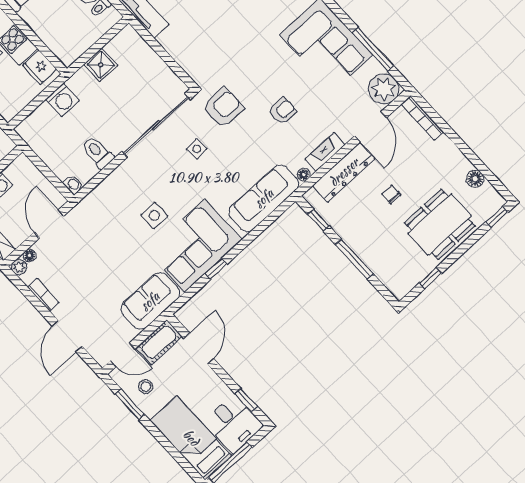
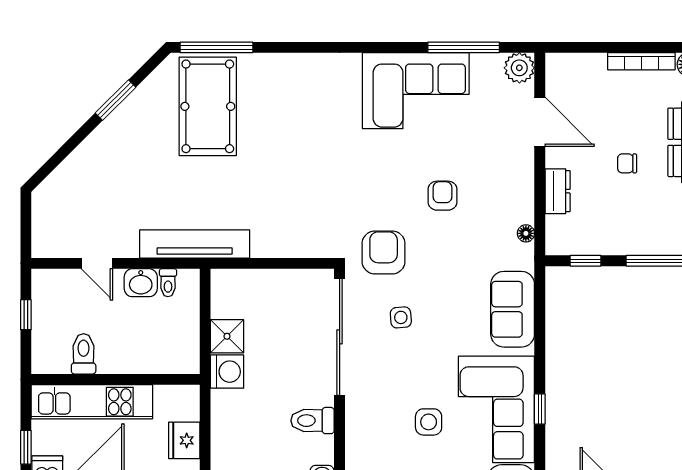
fridge: (40, 67) -> (184, 440), moved, turned 90
plant: (384, 89) -> (519, 68), width x0.73, depth x0.73
washing machine: (62, 100) -> (227, 372), moved
bookcase: (422, 118) -> (641, 61), moved
fireplace: (325, 152) -> (523, 191), removed
dresser: (344, 172) -> (558, 191), width x0.51, depth x0.80
sofa: (264, 198) -> (513, 309), width x0.73

